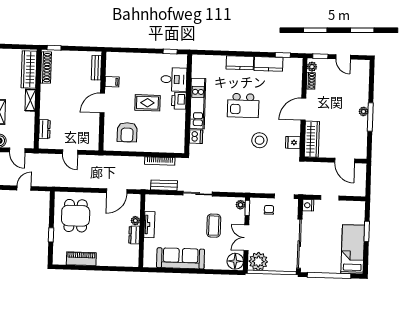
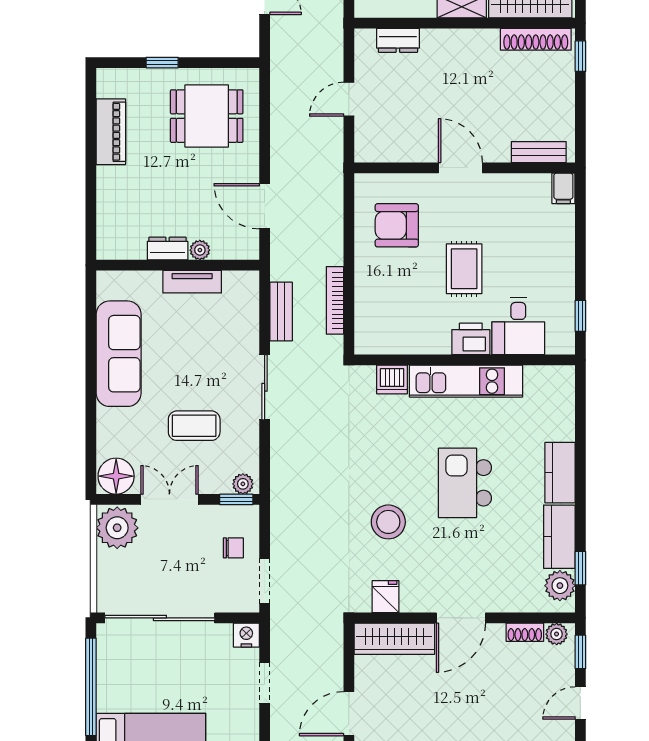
plant: (290, 64) -> (560, 586), added
filing cabinet: (112, 82) -> (563, 188), moved
door: (303, 109) -> (461, 618), swing flipped

